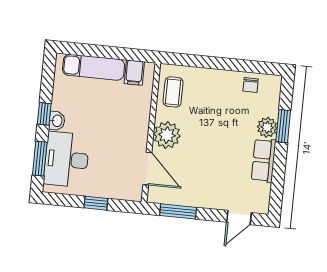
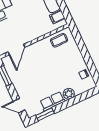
window: (283, 126) -> (45, 114), moved
plant: (167, 135) -> (37, 49), removed

